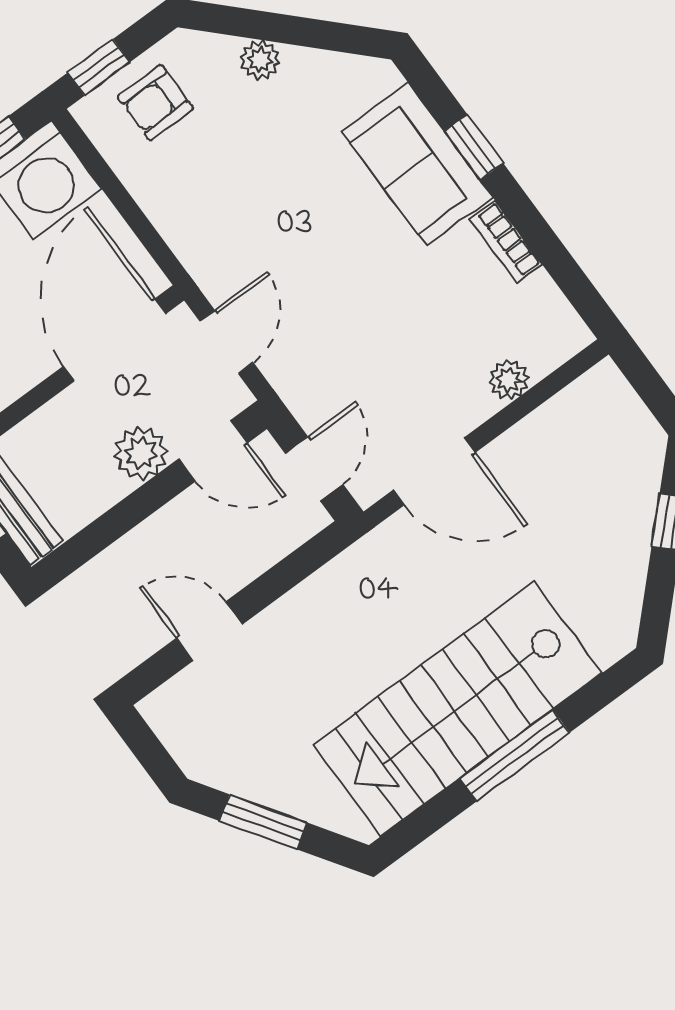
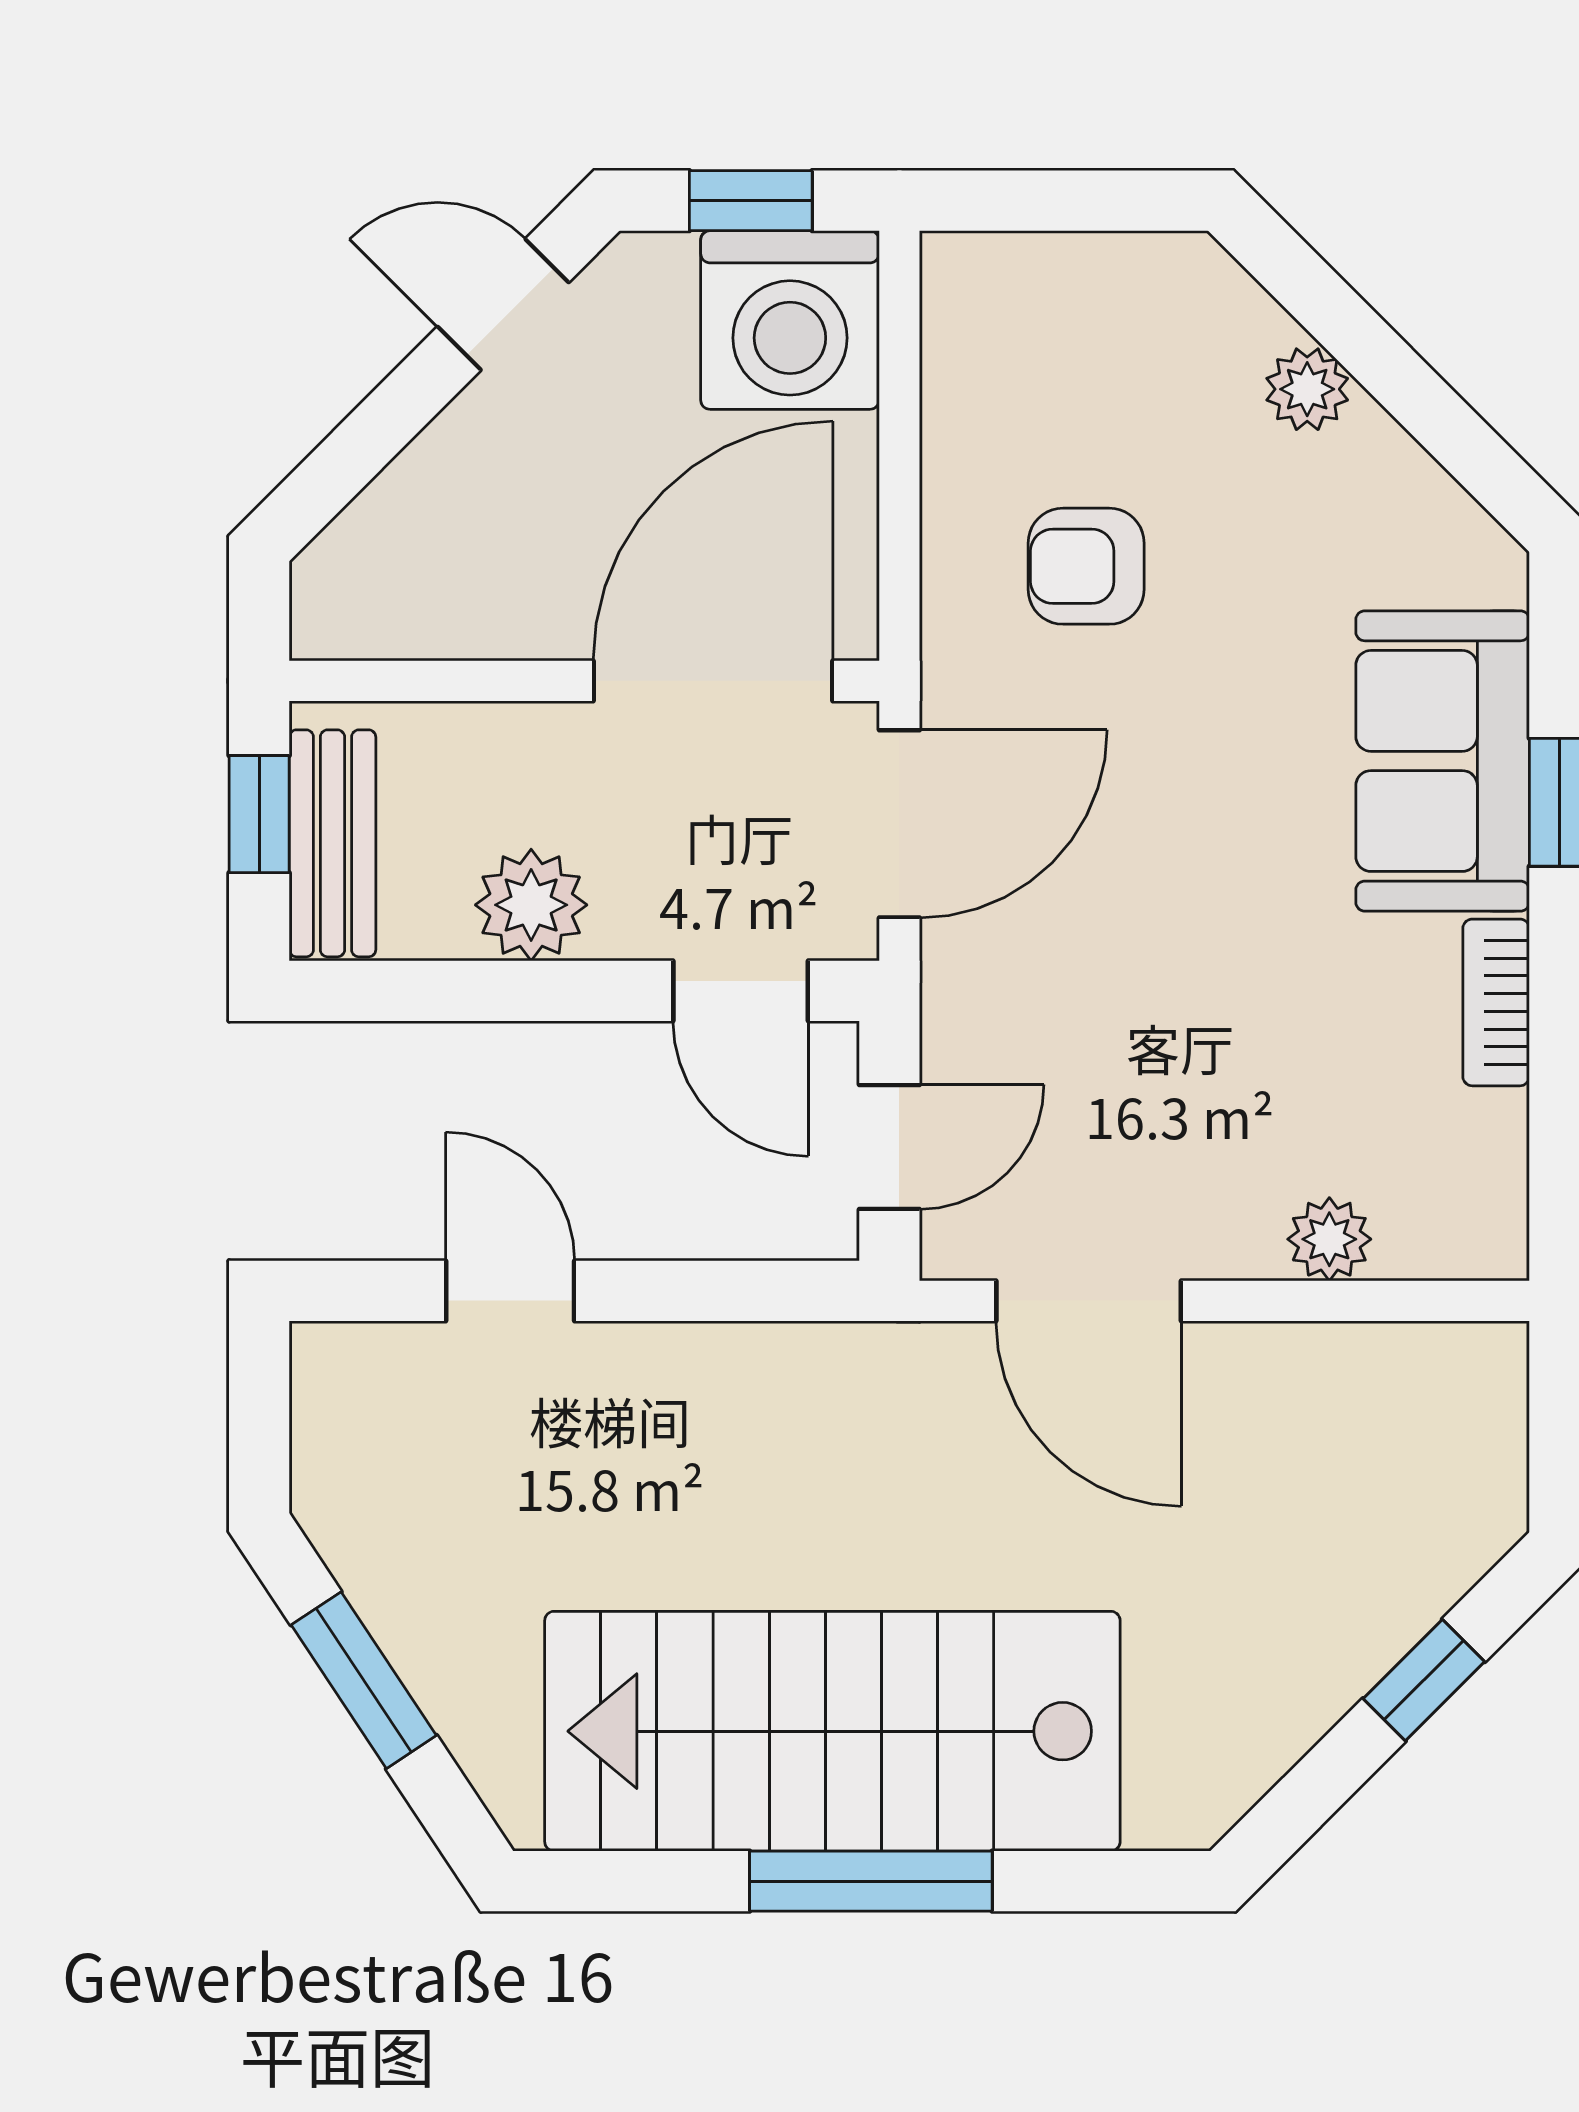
window: (99, 67) -> (1026, 201), removed
armchair: (156, 102) -> (1086, 566), moved
door: (227, 342) -> (899, 824), width x1.38
plant: (141, 453) -> (531, 905), moved

